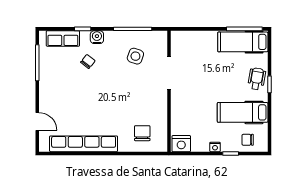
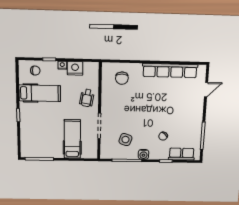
water cooler: (97, 37) -> (143, 154), moved
hospital bed: (243, 42) -> (72, 139), moved, turned -90
wheelchair: (257, 79) -> (87, 98), moved
door: (37, 121) -> (206, 90), swing flipped
nightstand: (181, 144) -> (75, 68), moved

